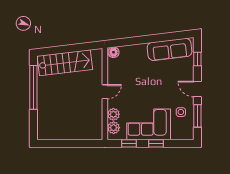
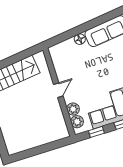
floor lamp: (114, 52) -> (80, 39), moved

